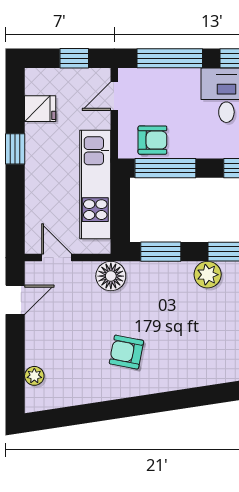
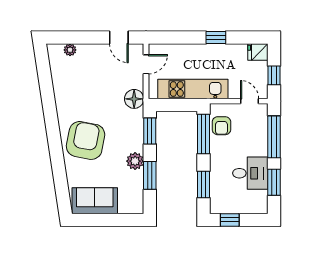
fridge: (40, 109) -> (258, 52), moved, turned 90
armchair: (126, 352) -> (86, 140), moved, width x1.88, depth x1.88

